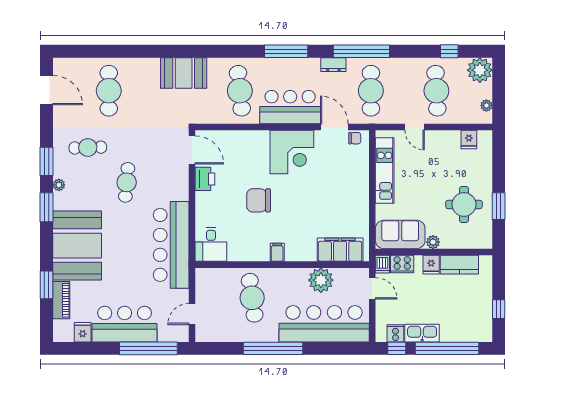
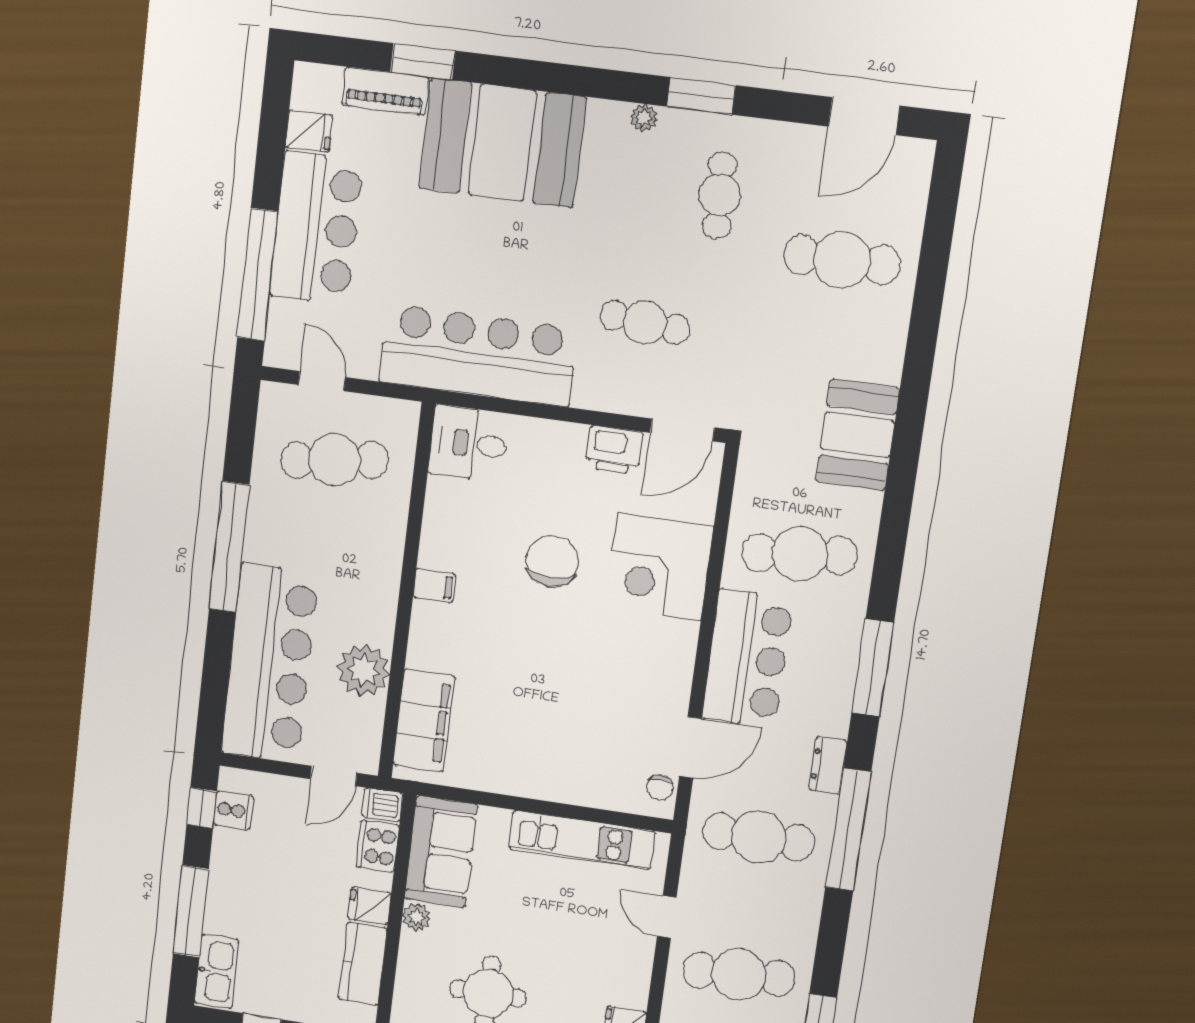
door: (415, 127) -> (667, 917), hinge flipped
corner desk: (292, 152) -> (659, 567), moved
cafe table: (127, 182) -> (645, 322), moved
window: (47, 207) -> (597, 83), removed
cafe table: (252, 298) -> (335, 460), moved
kitchen sink: (422, 333) -> (217, 972), moved
window: (447, 348) -> (191, 911), width x0.68

